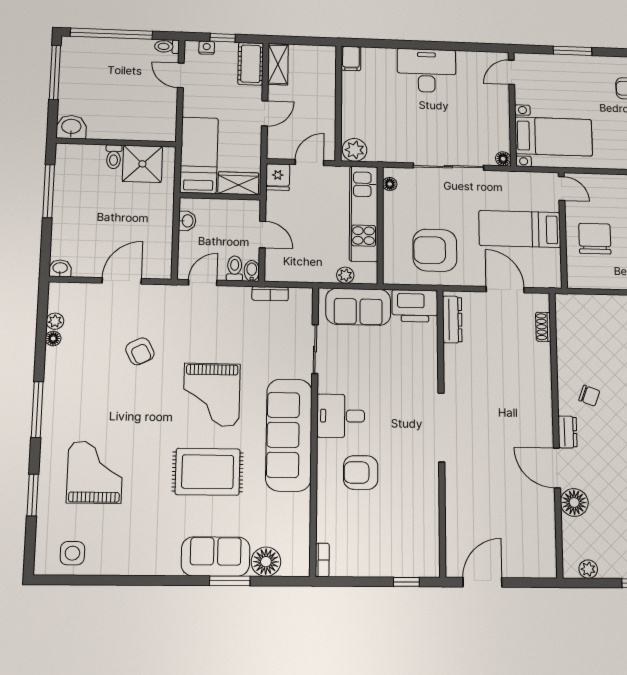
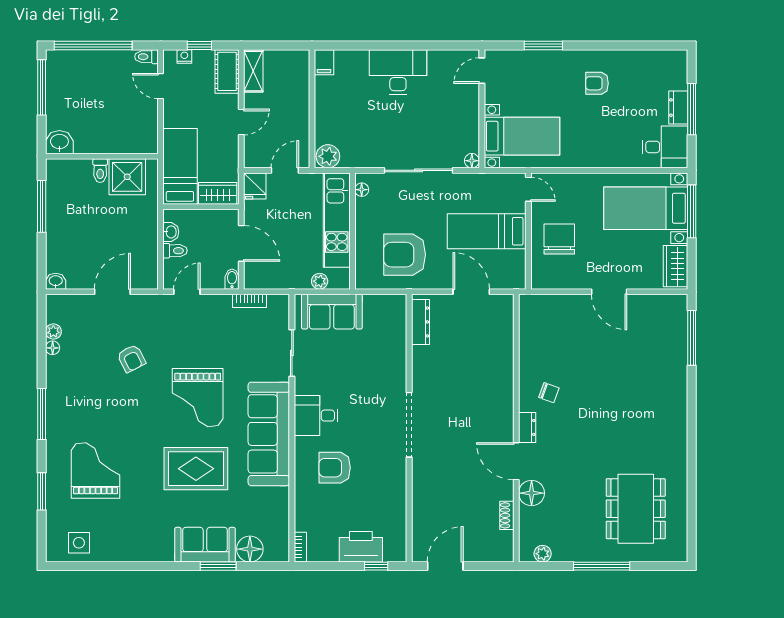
door: (262, 234) -> (241, 243), width x1.38
toilet: (235, 268) -> (175, 251), moved, turned 90
printer: (415, 306) -> (361, 547), moved, turned 180
shoe rack: (543, 327) -> (507, 515), moved

